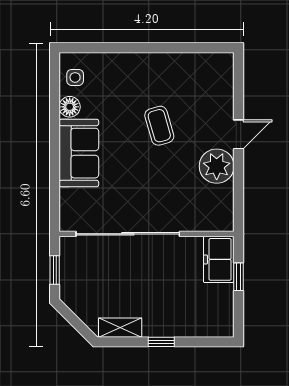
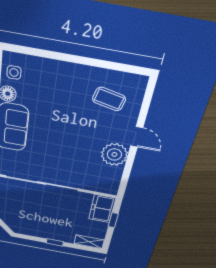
coffee table: (159, 126) -> (109, 99), moved, turned -62
door: (239, 134) -> (137, 137), hinge flipped
shelving: (120, 328) -> (89, 242), moved

